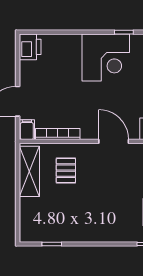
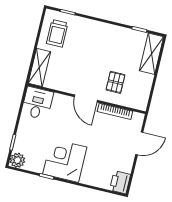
filing cabinet: (27, 130) -> (137, 120), removed
door: (114, 141) -> (86, 99), moved
shelving: (29, 171) -> (151, 54), moved

